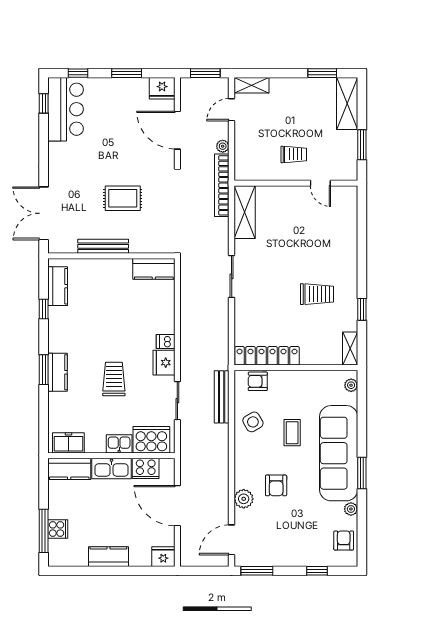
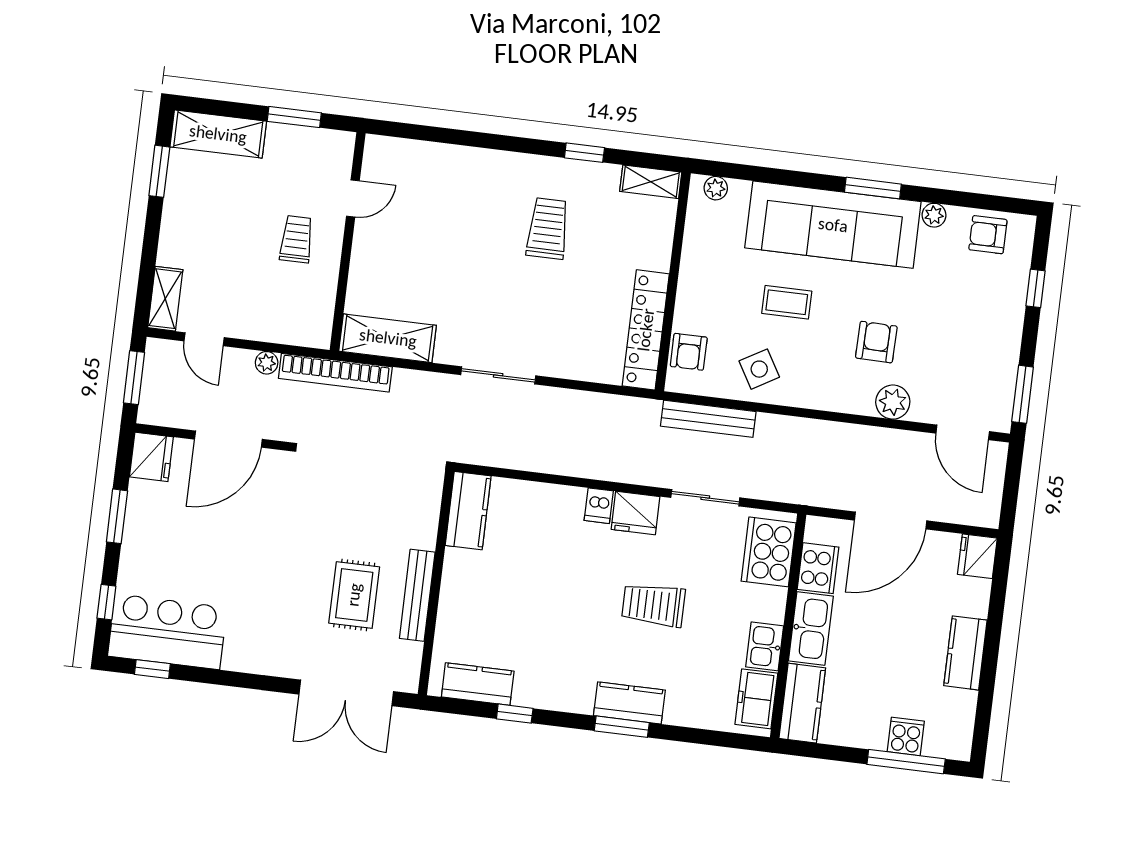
rug: (123, 198) -> (354, 595), moved
kitchen sink: (119, 444) -> (765, 646), moved
armchair: (276, 485) -> (876, 342), turned -89

